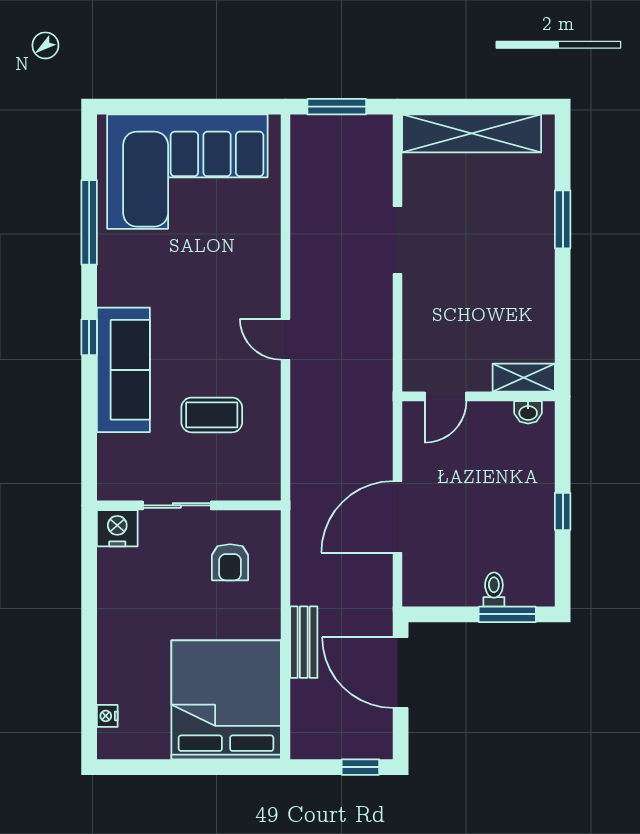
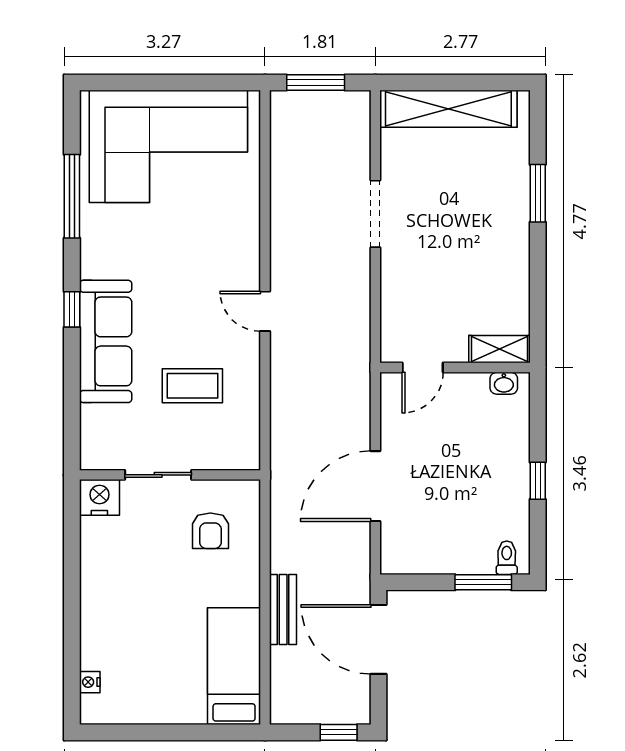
toilet: (494, 590) -> (507, 558), moved
bed: (226, 700) -> (234, 666), width x0.49

